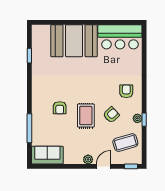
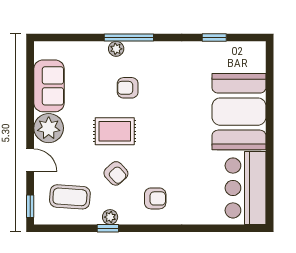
plant: (36, 115) -> (116, 49), added
window: (29, 128) -> (129, 38), moved
coffee table: (125, 143) -> (70, 197), turned -70
sofa: (47, 155) -> (49, 86), moved
plant: (88, 159) -> (49, 128), width x1.87, depth x1.87

